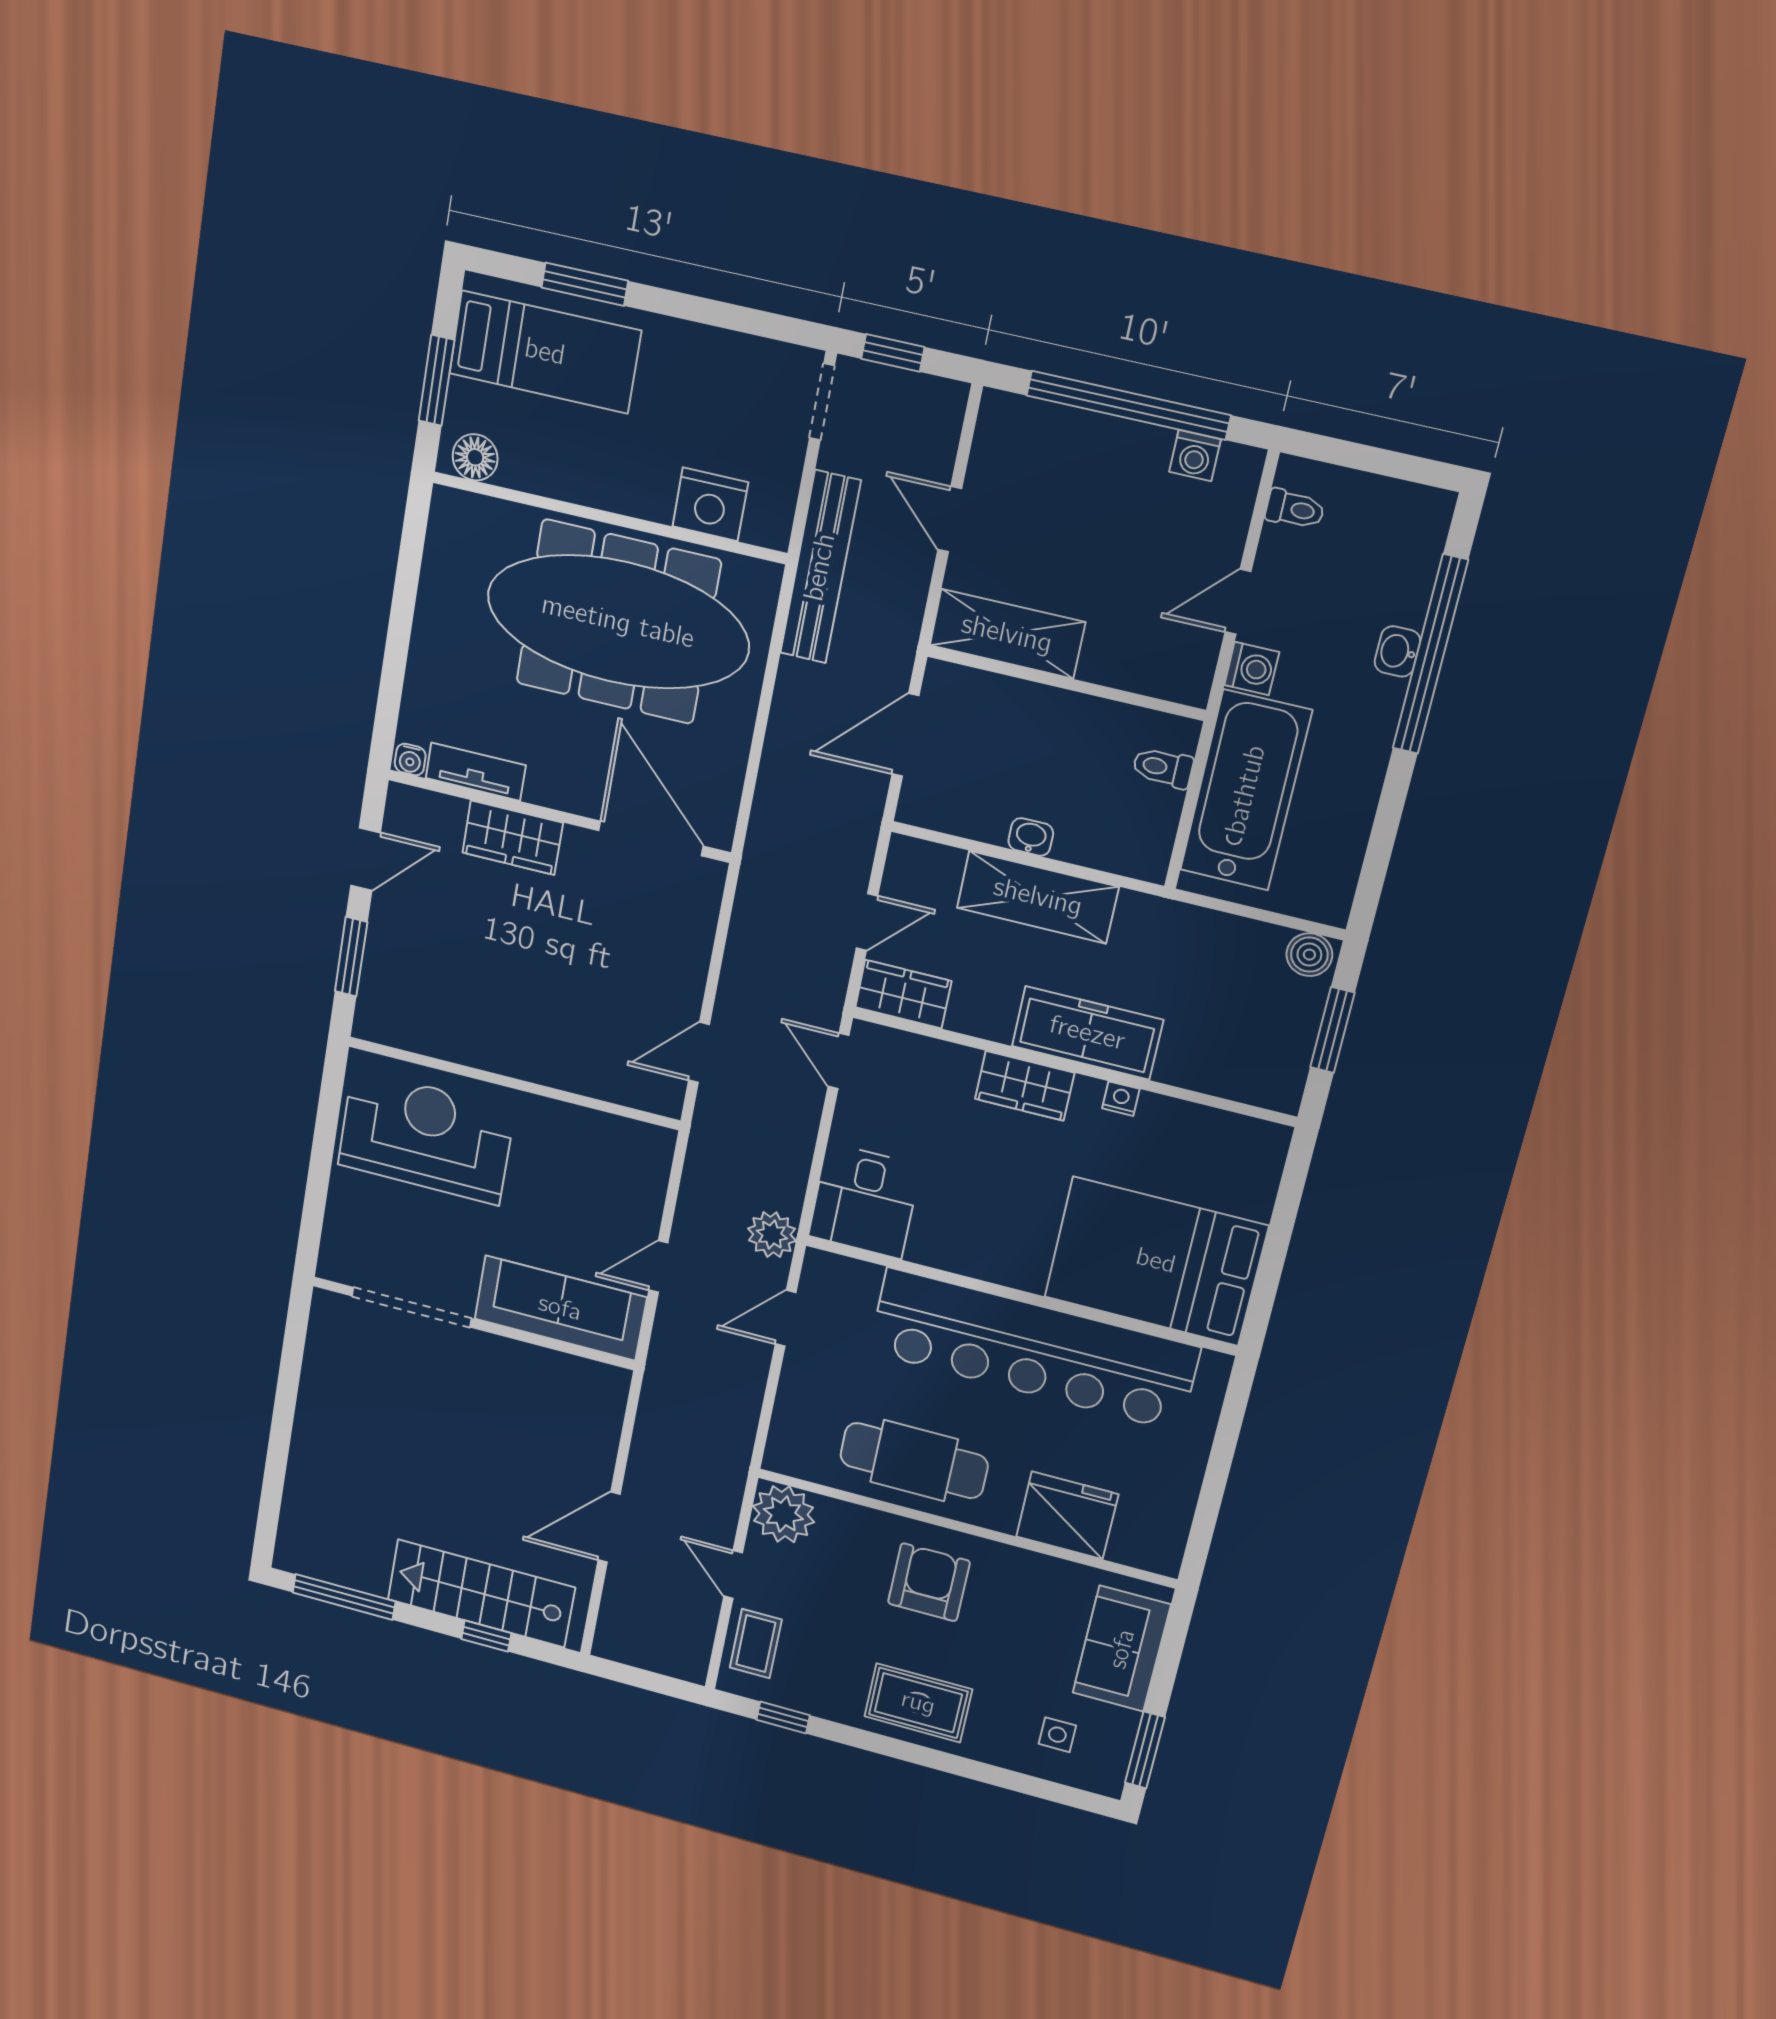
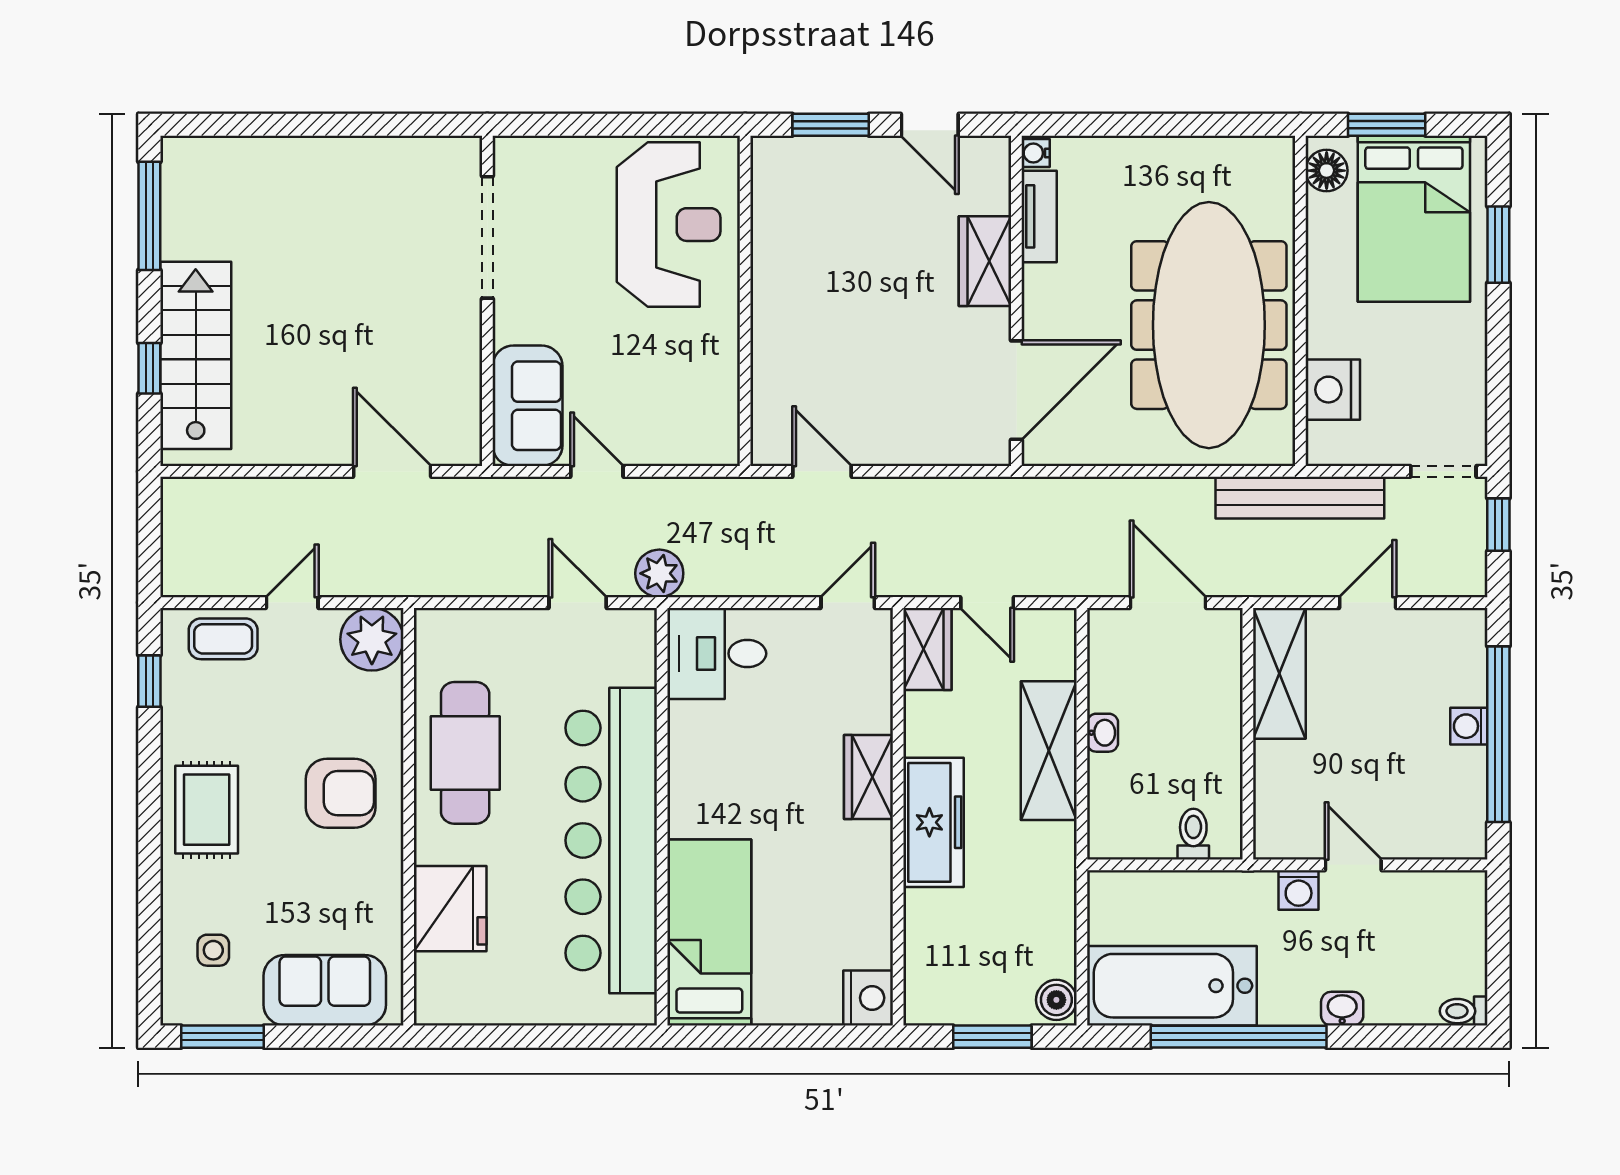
bed: (545, 352) -> (1414, 219), width x1.50
washing machine: (1195, 456) -> (1469, 726), moved
toilet: (1295, 509) -> (1464, 1011), moved, turned 90
window: (1430, 655) -> (1239, 1037), moved
bathtub: (1246, 790) -> (1172, 986), moved, turned 180
nightstand: (1121, 1099) -> (868, 998), moved, width x1.89, depth x1.79
bed: (1156, 1261) -> (709, 933), width x0.67
sofa: (560, 1308) -> (527, 406), width x0.73
door: (609, 1527) -> (392, 471), moved

